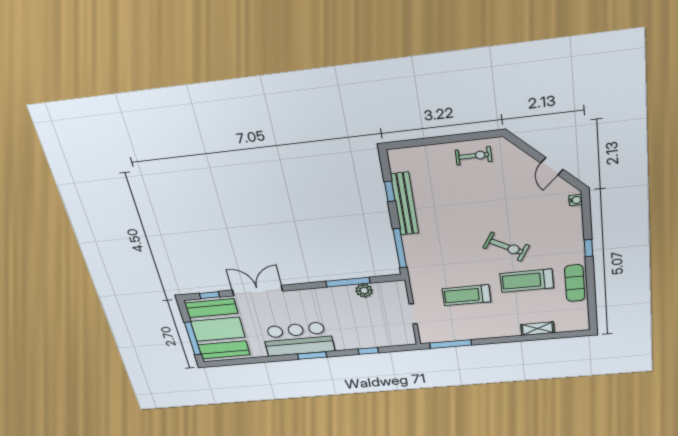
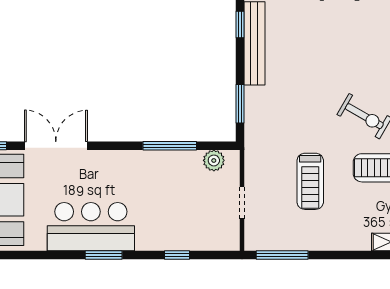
window: (400, 248) -> (240, 104), width x0.69
plant: (364, 291) -> (214, 160), moved
treadmill: (466, 295) -> (310, 181), turned -90

